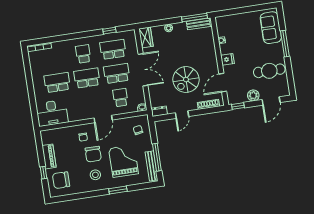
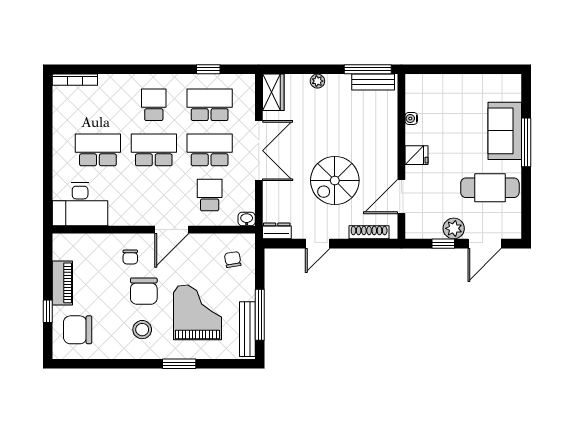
sofa: (271, 28) -> (505, 131), moved
window: (238, 106) -> (443, 244), moved

